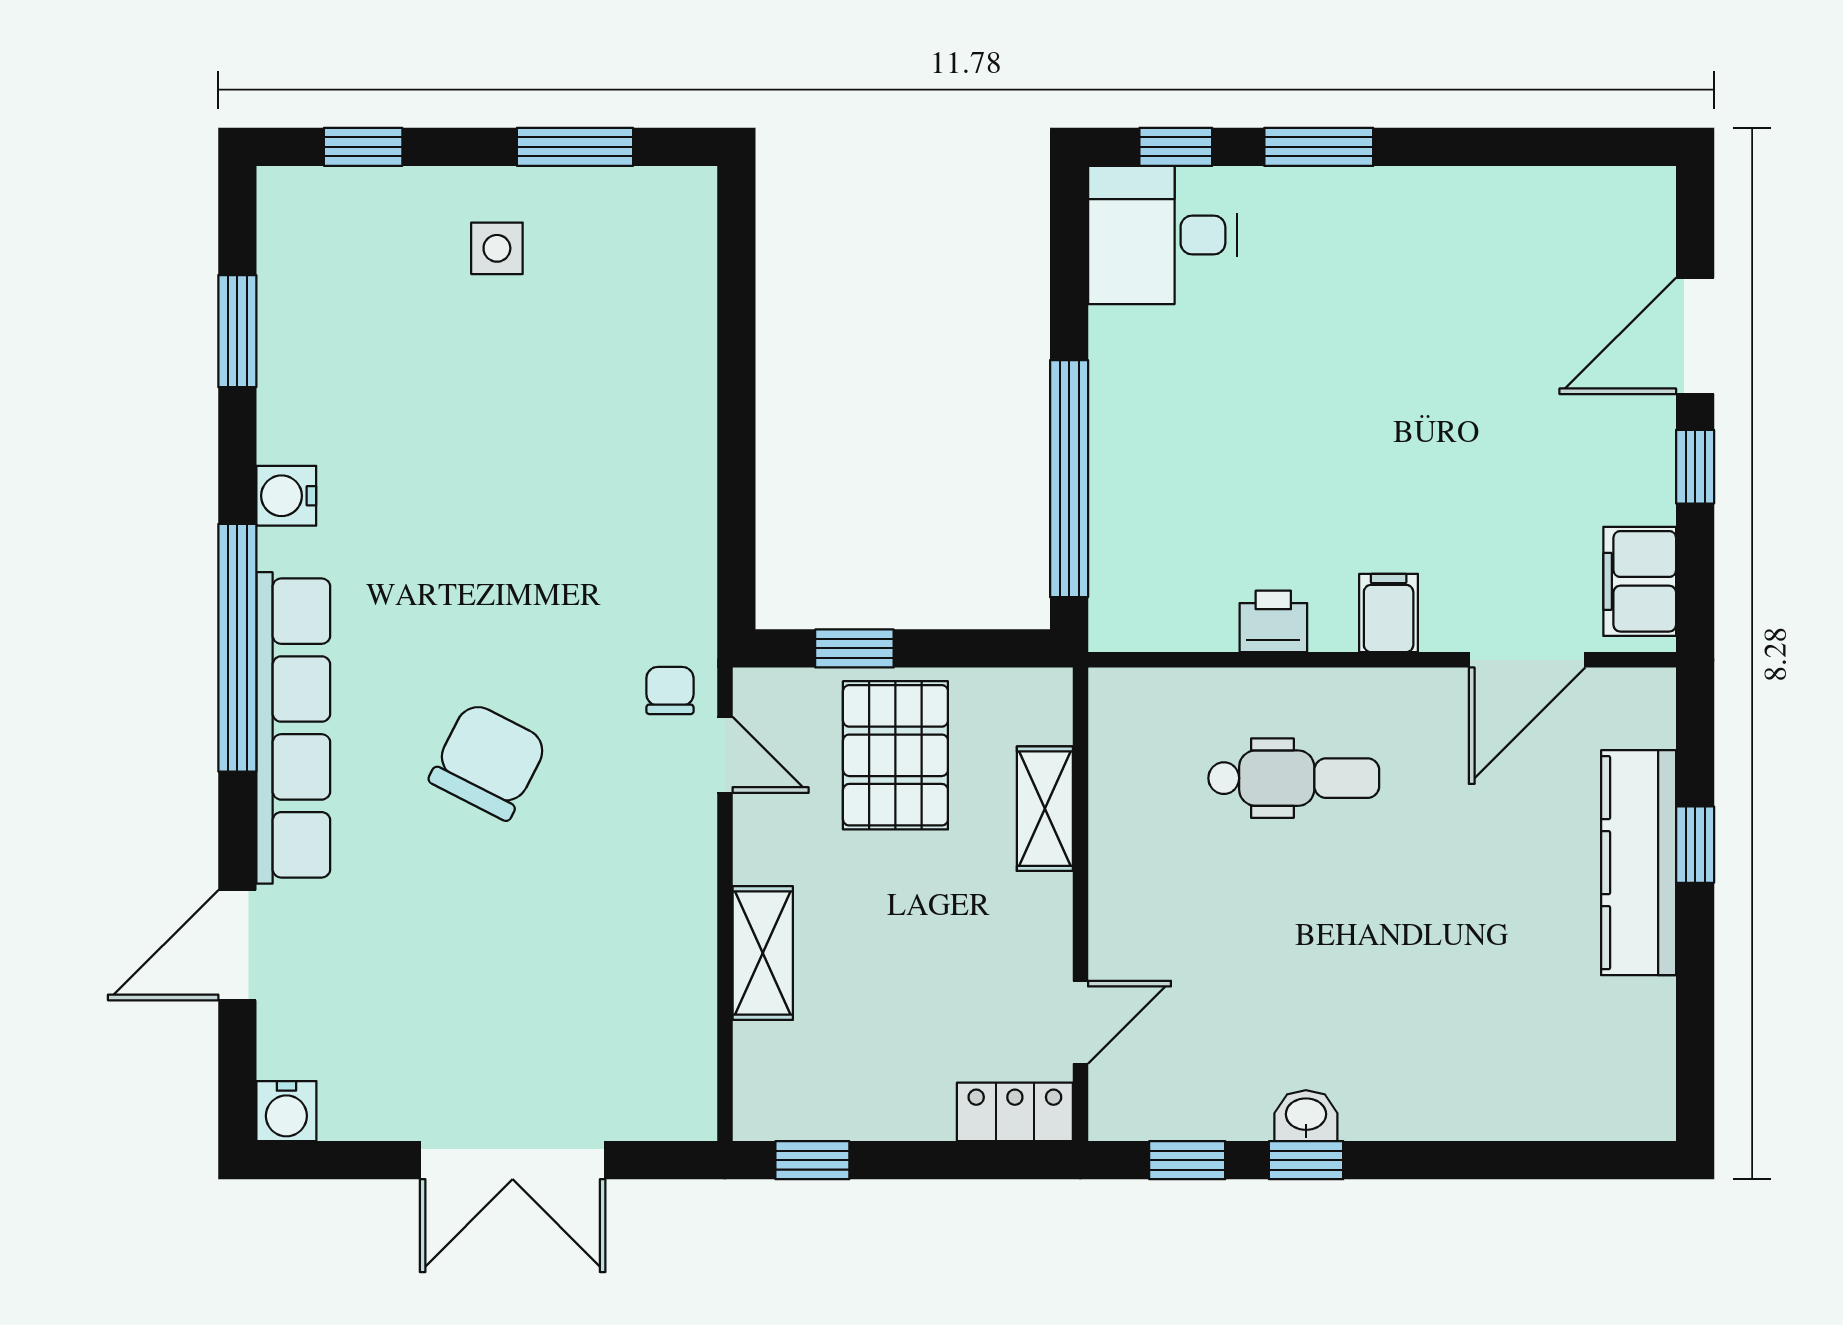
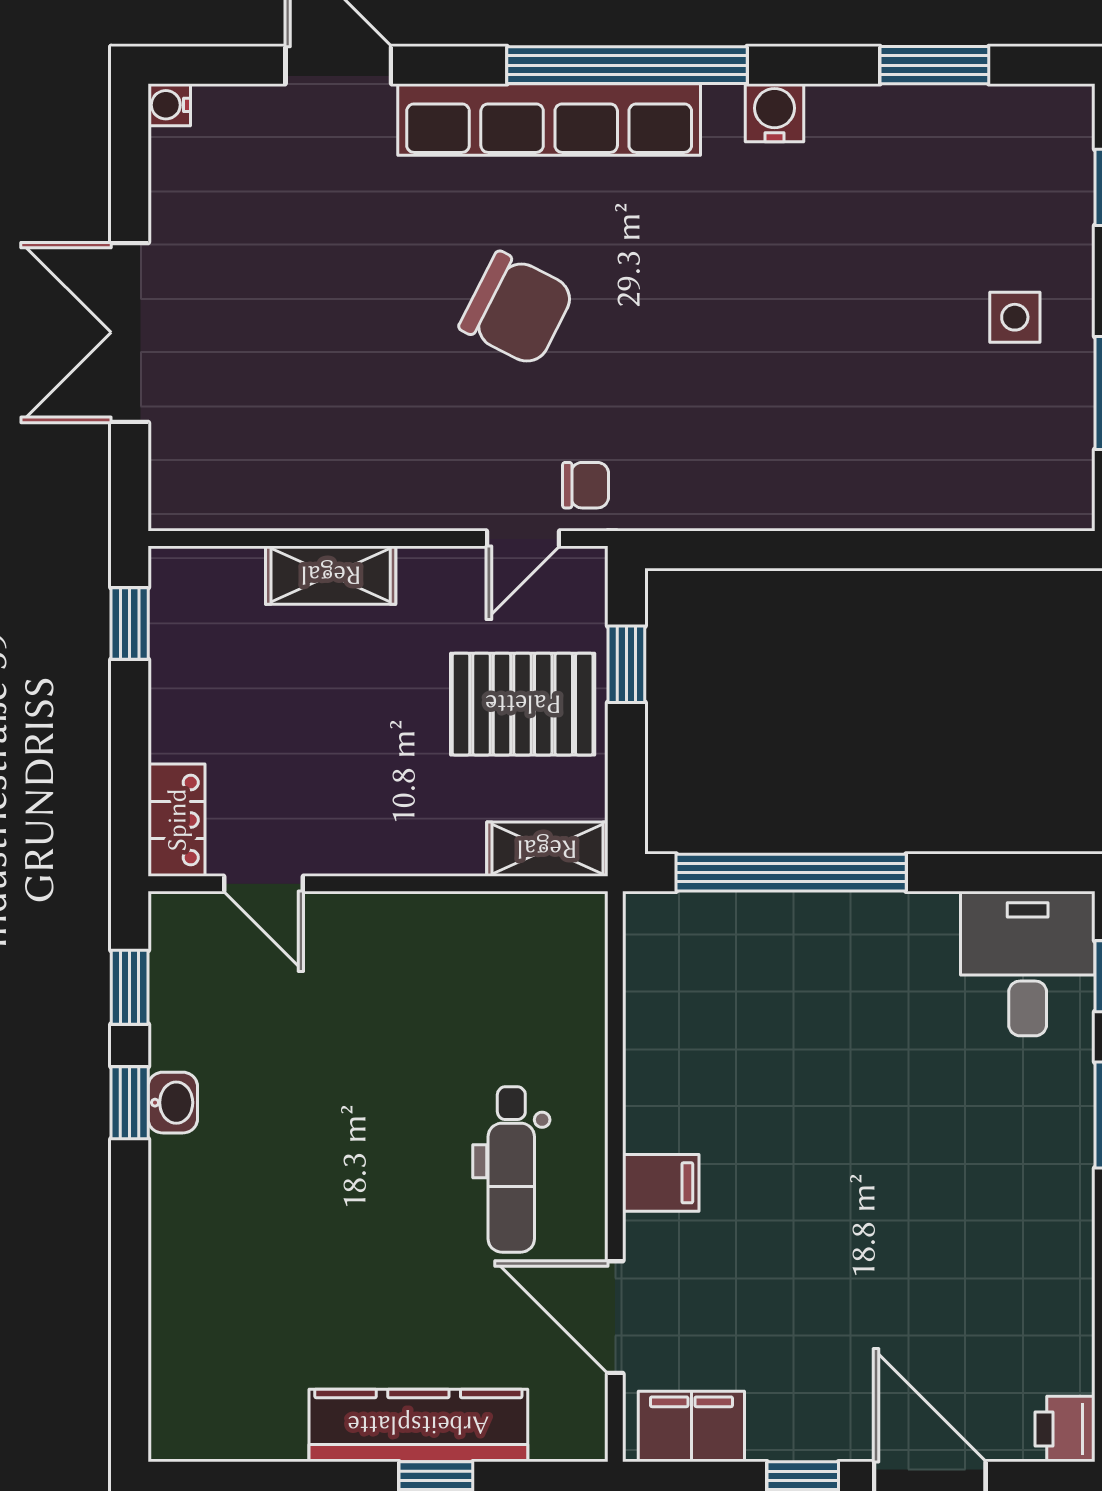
printer: (1273, 621) -> (1065, 1429), moved, turned 180
dental chair: (1294, 778) -> (511, 1169), moved
shelving: (1045, 809) -> (547, 849), moved
water cooler: (286, 1111) -> (169, 105), width x0.72, depth x0.72

